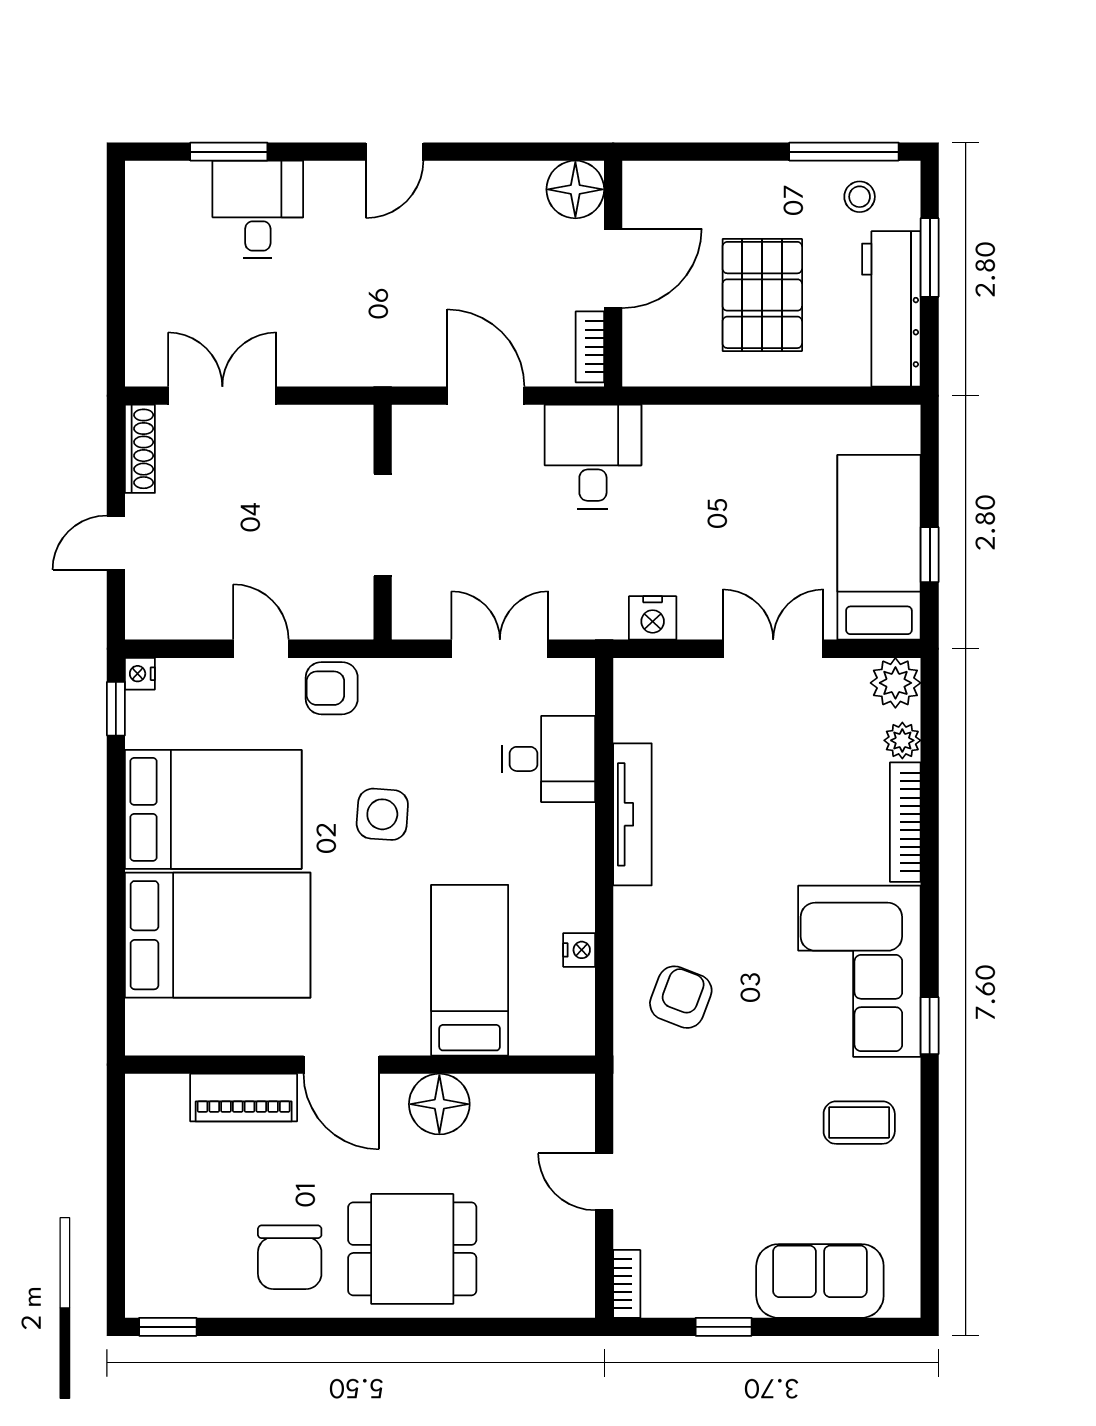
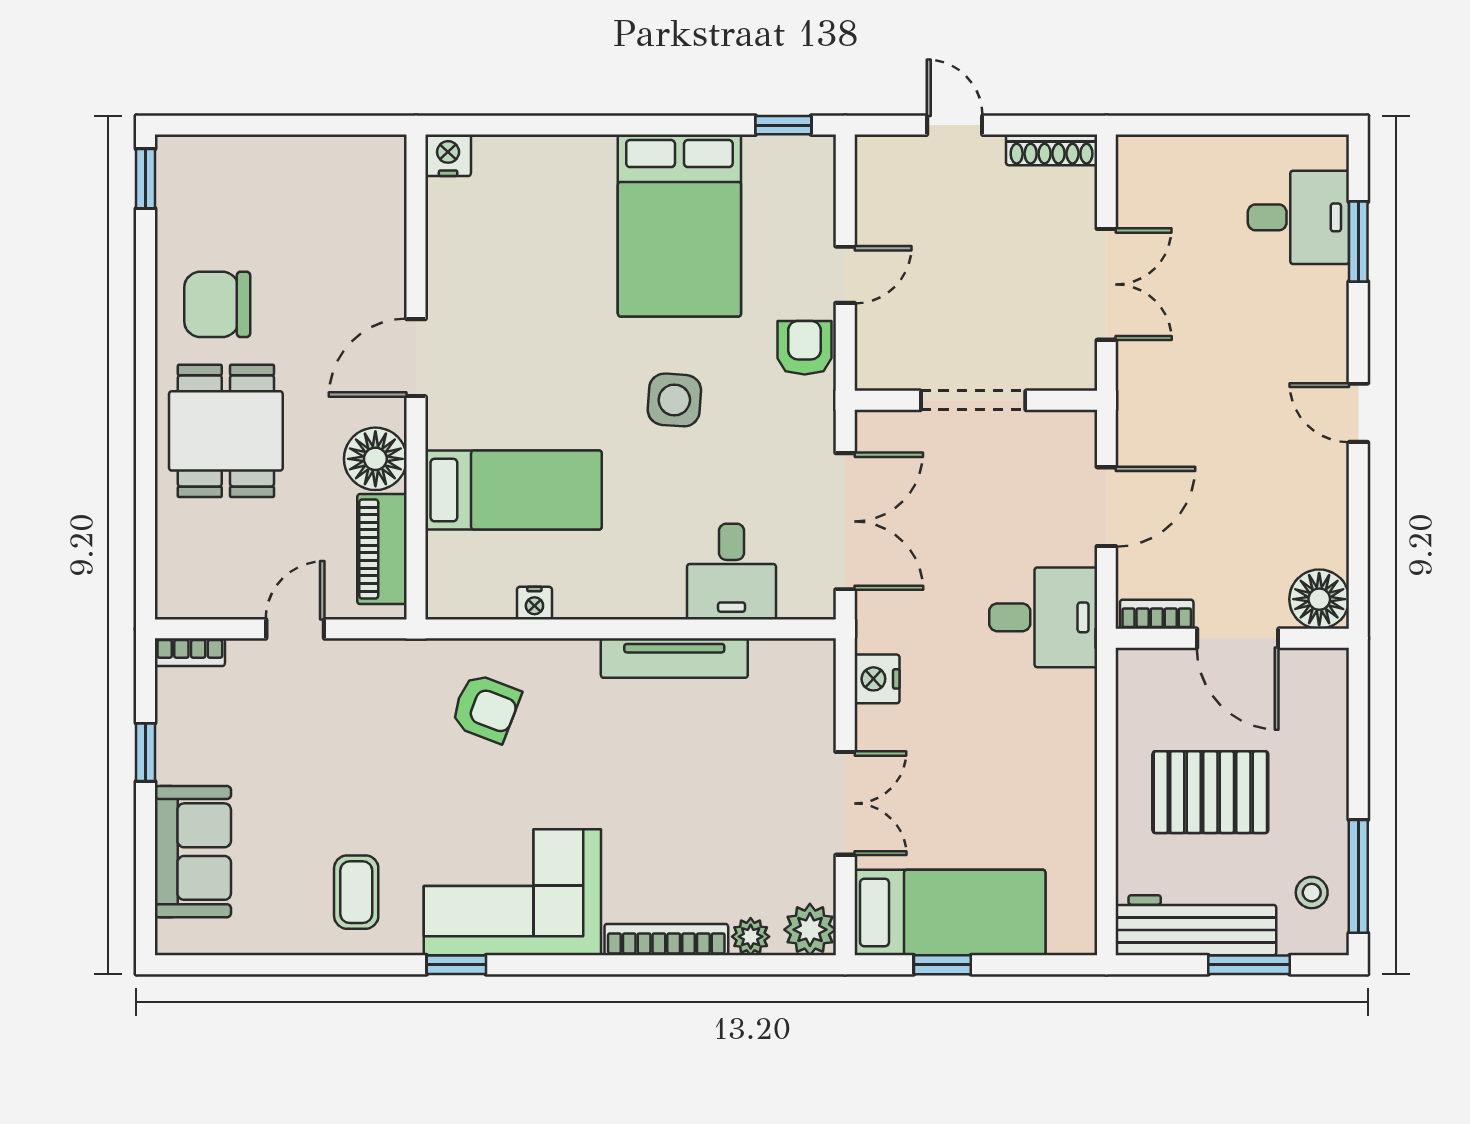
desk: (258, 210) -> (1298, 217), moved
double door: (222, 396) -> (1106, 284), moved
double door: (500, 649) -> (845, 521), width x1.37
nightstand: (140, 674) -> (448, 155), moved, width x1.39, depth x1.35
bed: (218, 935) -> (550, 230), removed
piano: (244, 1098) -> (382, 549), moved

